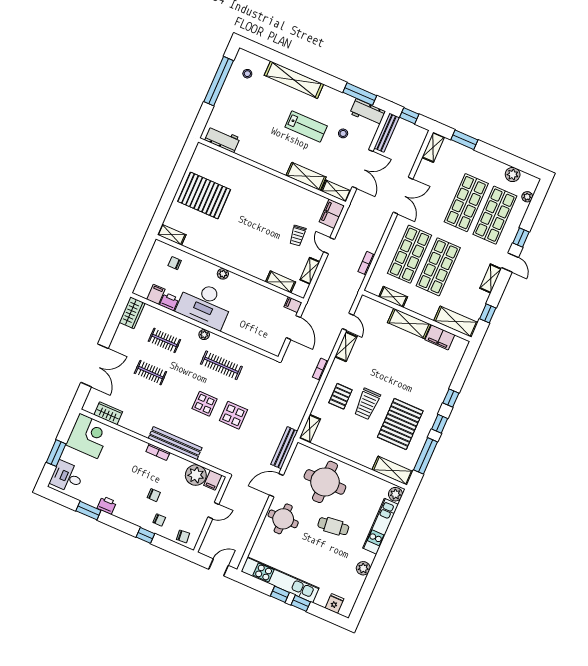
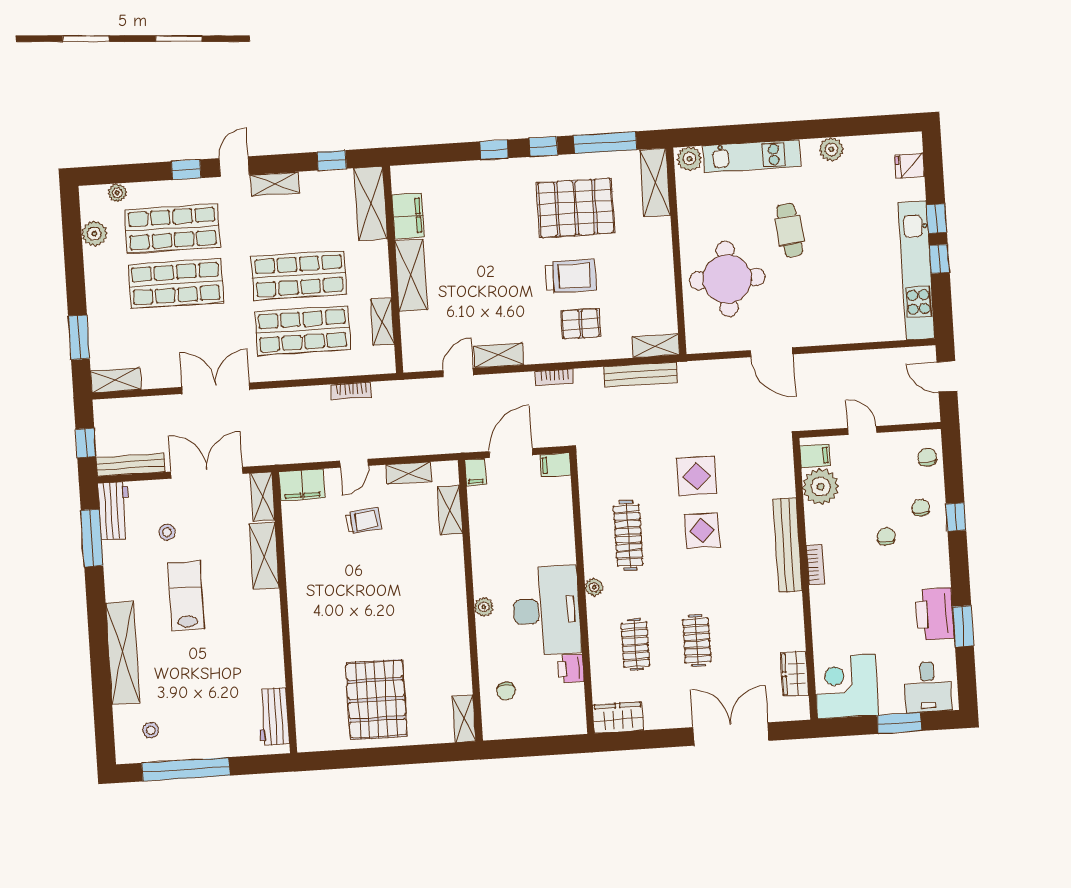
filing cabinet: (156, 294) -> (555, 465), moved
bench: (284, 448) -> (641, 374), moved
printer: (107, 505) -> (935, 614), width x1.87, depth x1.48
round table: (283, 519) -> (819, 315), removed

